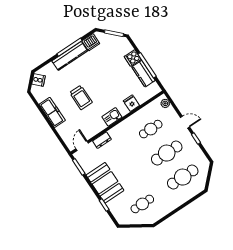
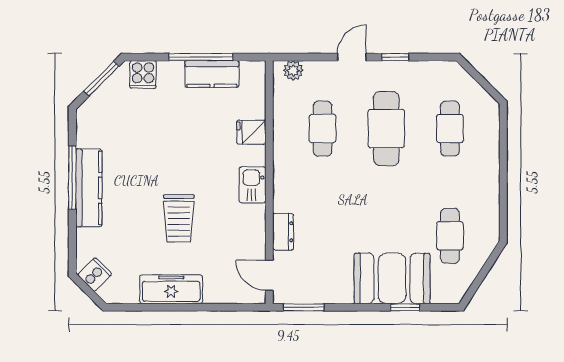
dishwasher: (91, 42) -> (90, 132), removed
cooker: (133, 58) -> (143, 75), moved
trolley: (81, 97) -> (179, 218), turned 90
cafe table: (183, 177) -> (450, 129), width x0.73, depth x0.74
booth: (105, 183) -> (392, 278), moved

